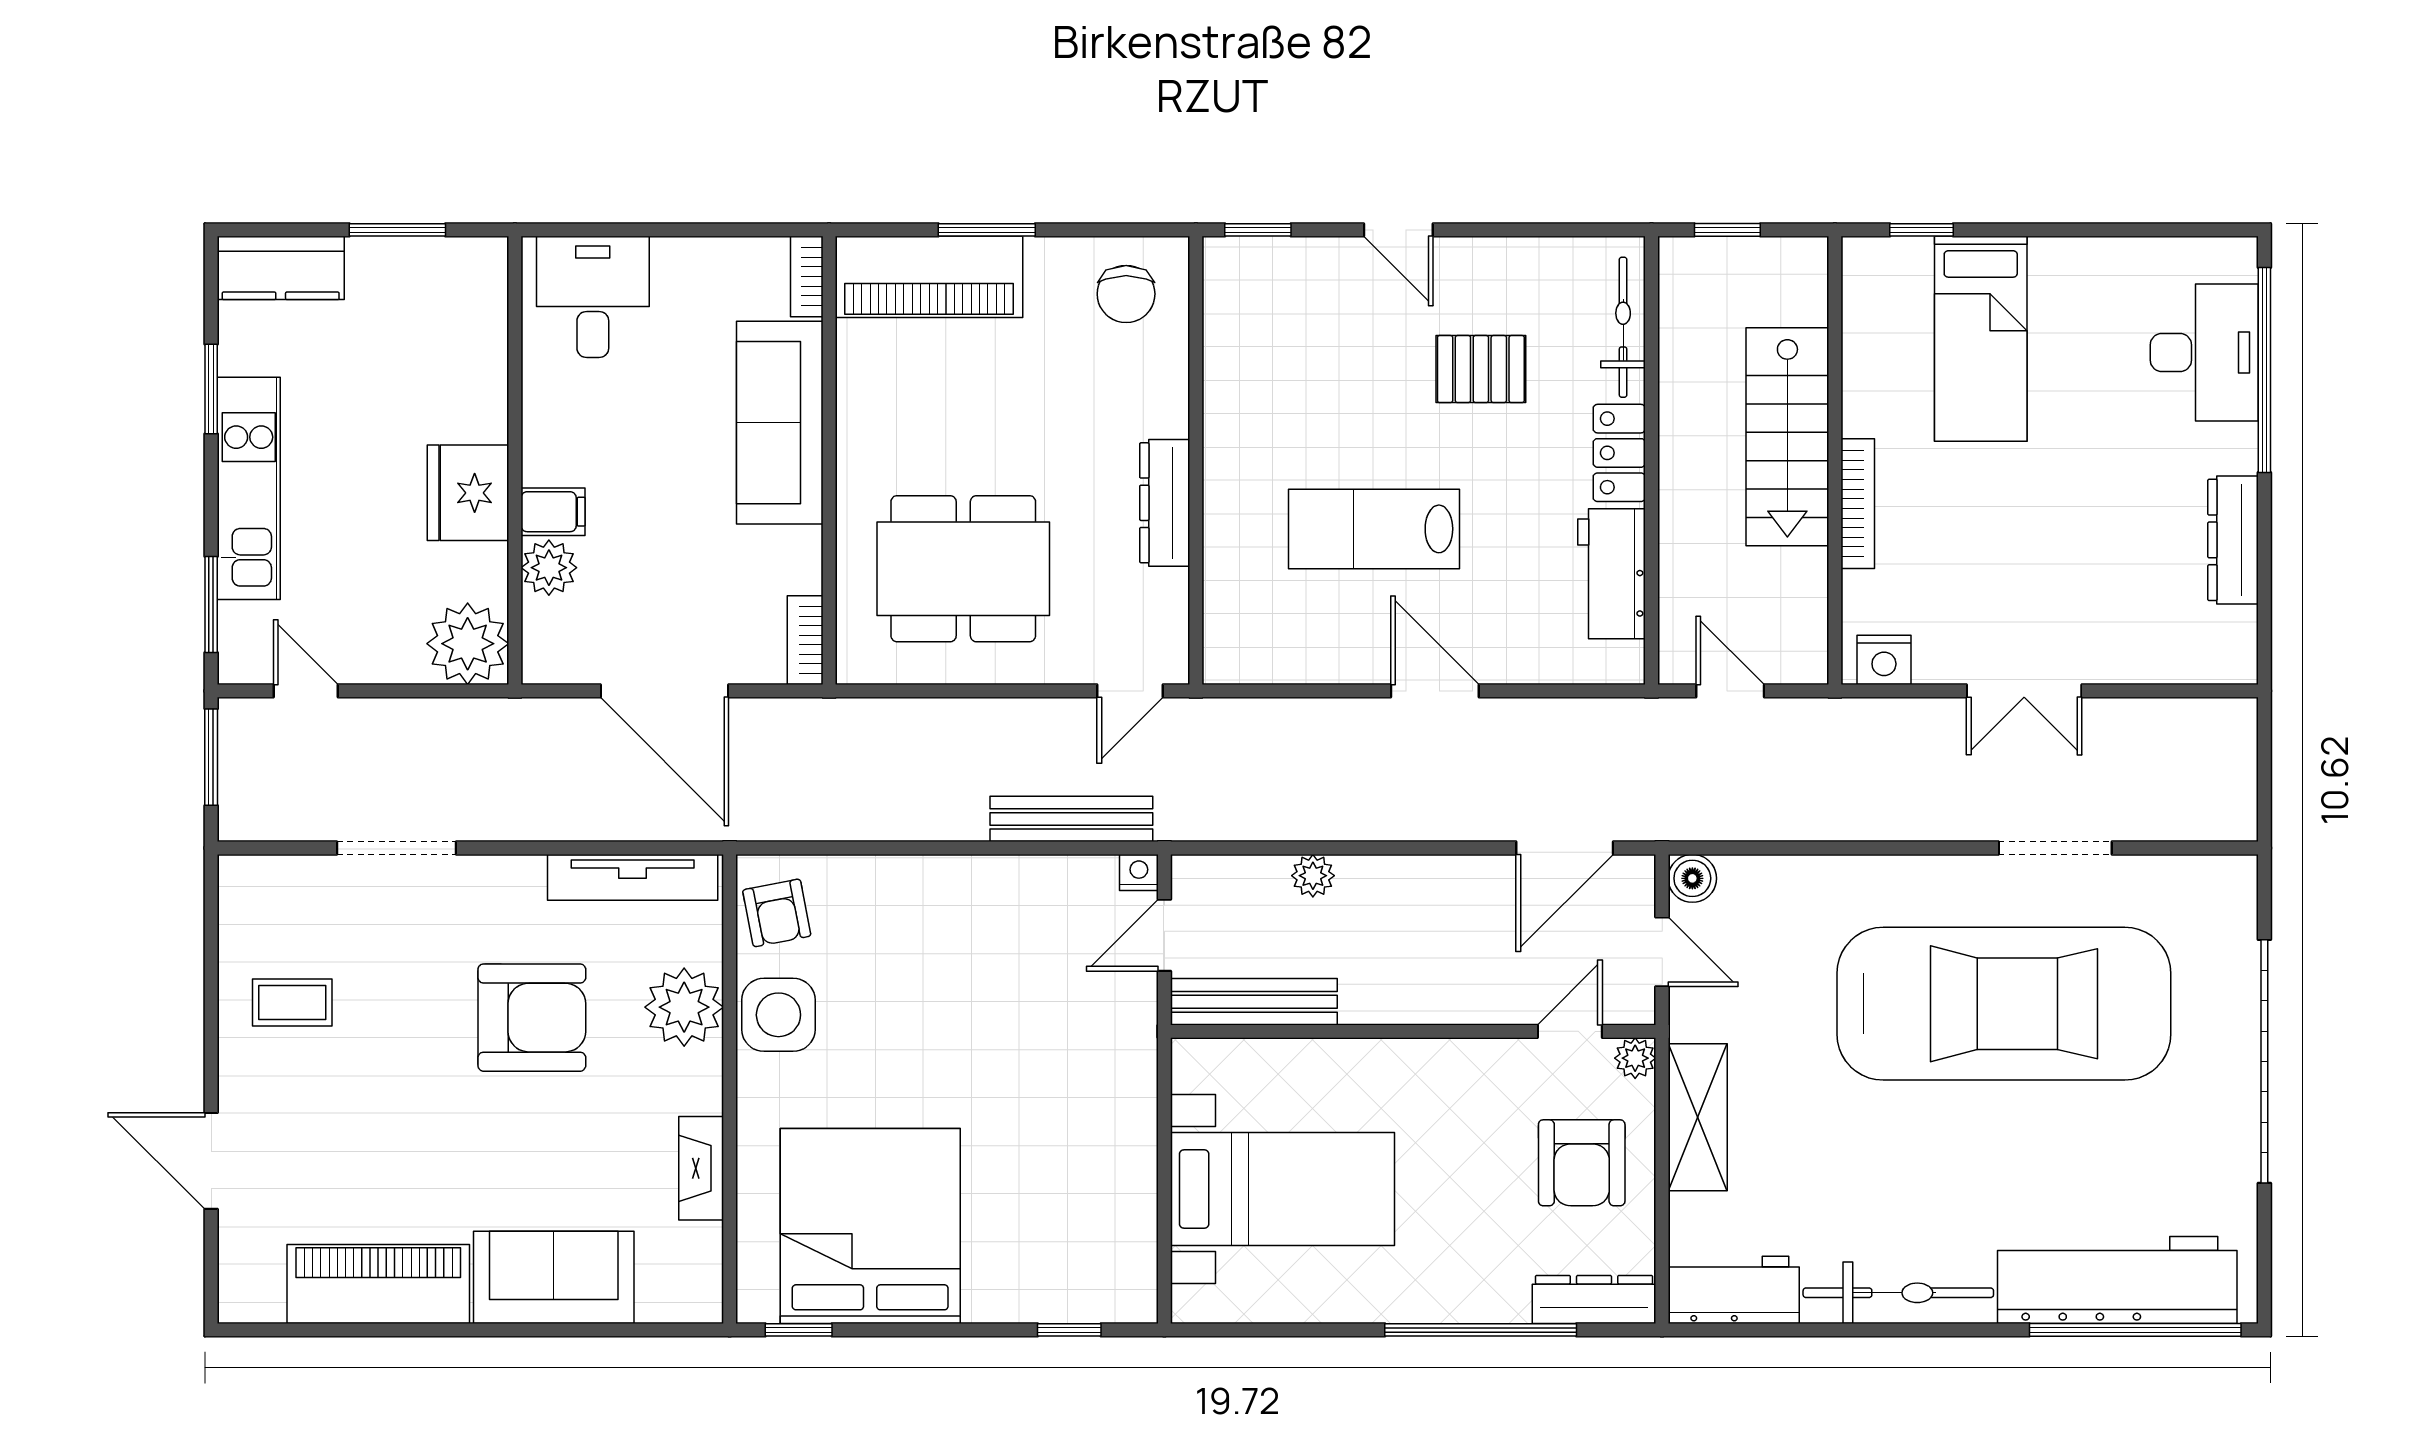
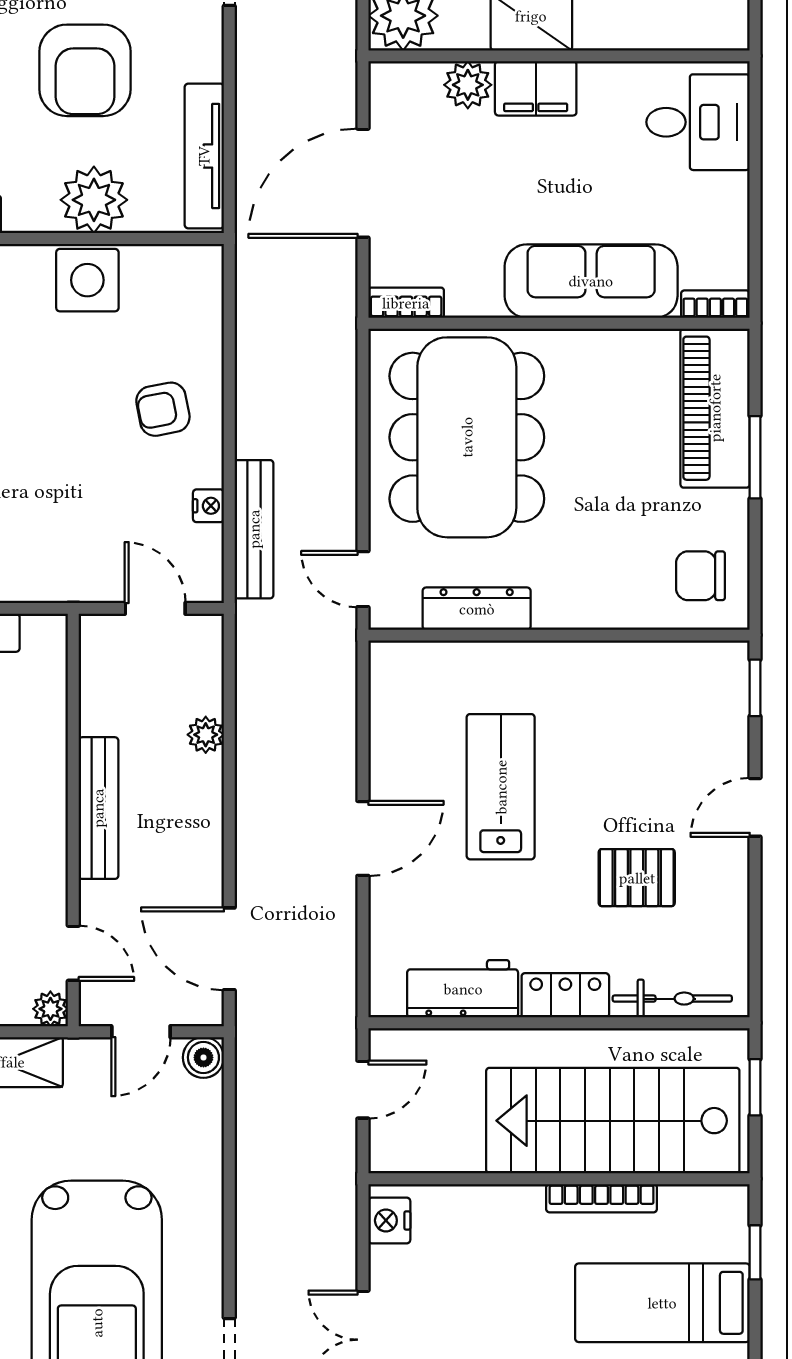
pallet: (1481, 369) -> (637, 878), turned 90
stairs: (1787, 437) -> (613, 1121), width x1.36, depth x1.51
dresser: (1165, 503) -> (477, 609), moved
bookcase: (1858, 504) -> (602, 1198), moved
filing cabinet: (553, 512) -> (536, 88), width x2.00
dining table: (963, 569) -> (467, 437), width x1.36, depth x1.24
nightstand: (1139, 872) -> (208, 506), moved
armchair: (777, 913) -> (163, 409), moved
bench: (1254, 1002) -> (98, 808), moved

